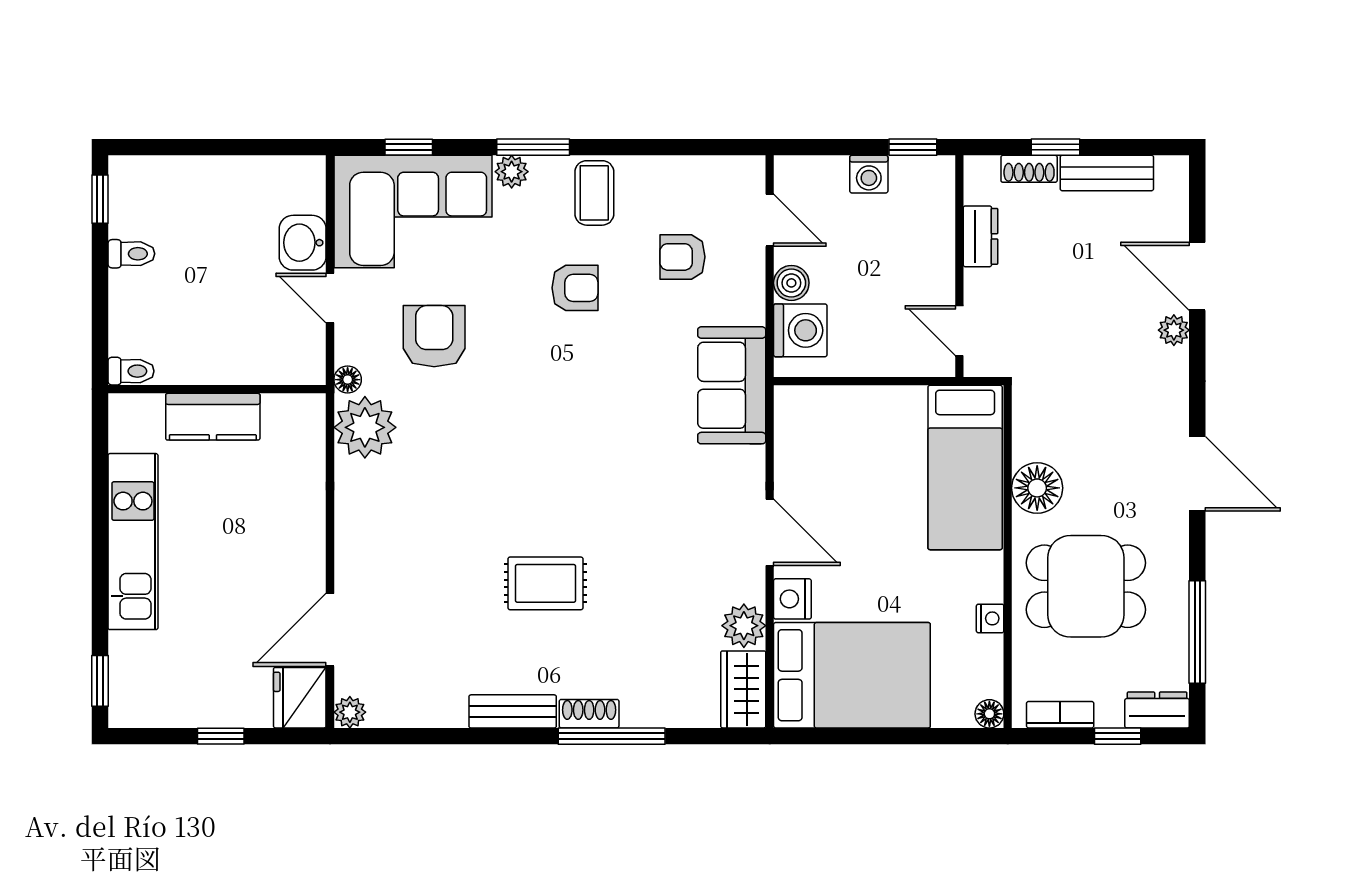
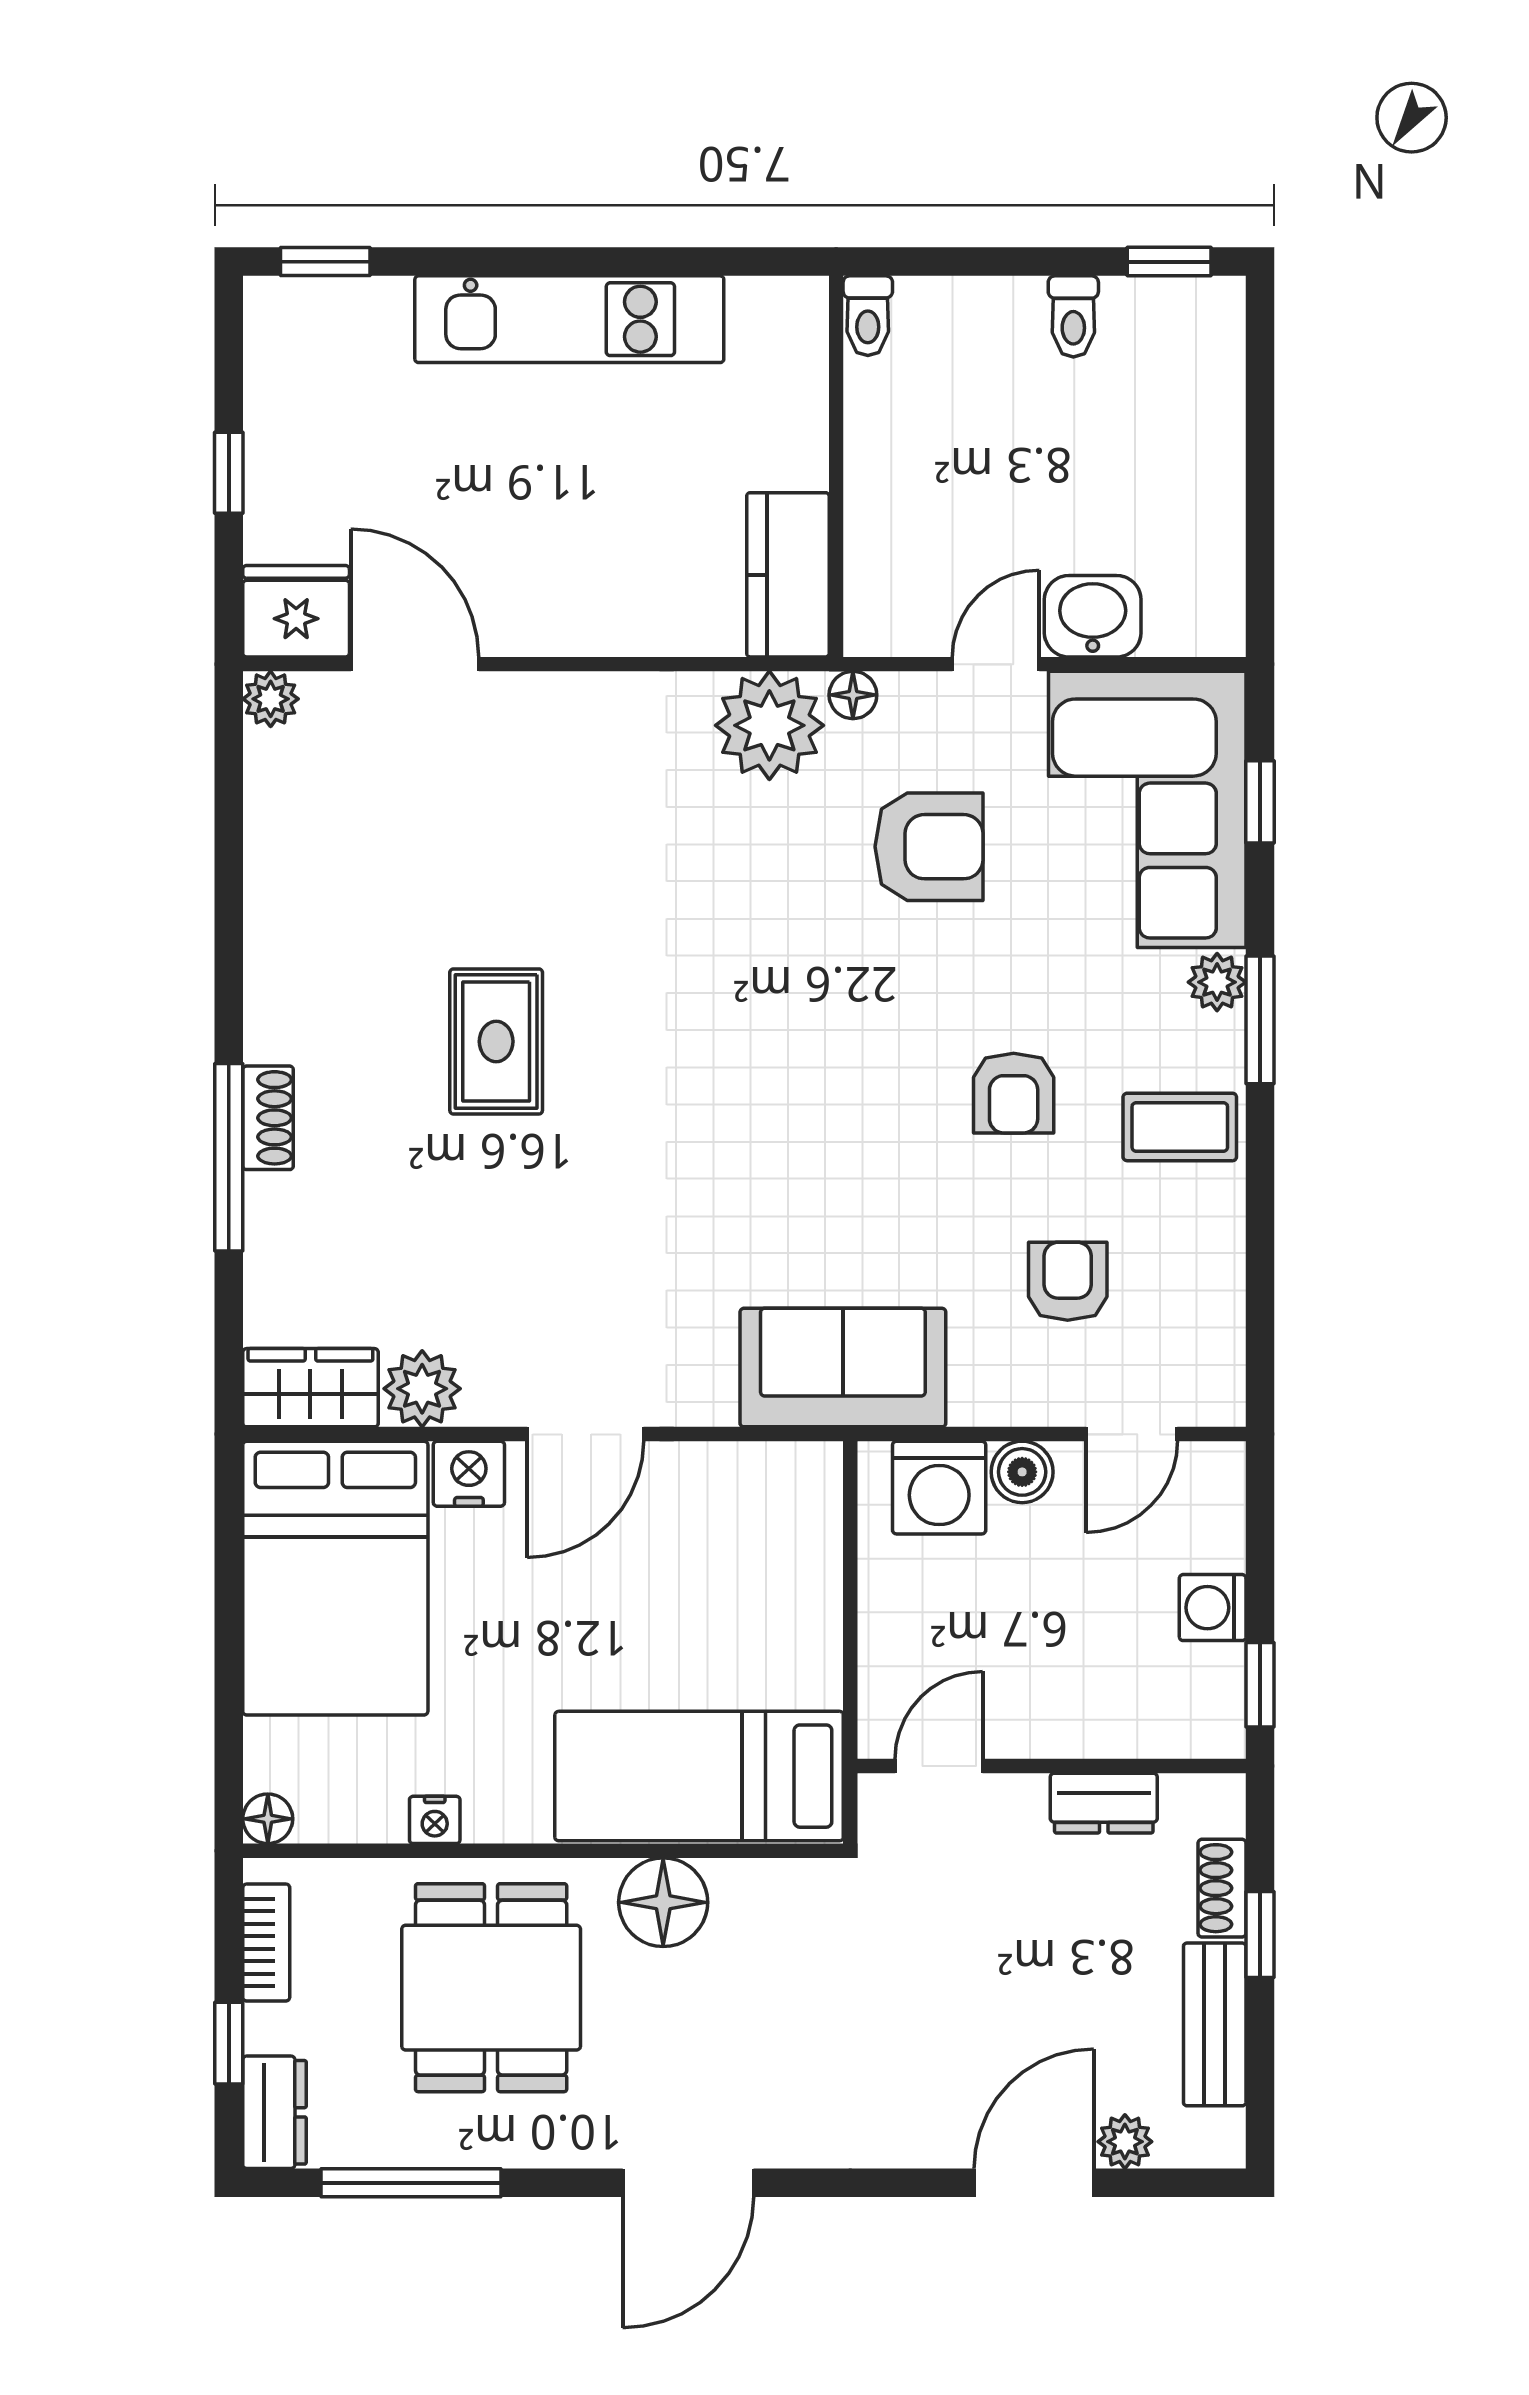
plant: (1174, 330) -> (1125, 2142), moved
kitchen counter: (213, 417) -> (788, 575), moved
bench: (513, 711) -> (272, 984), removed

